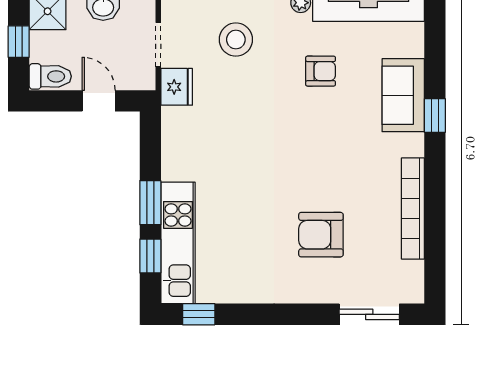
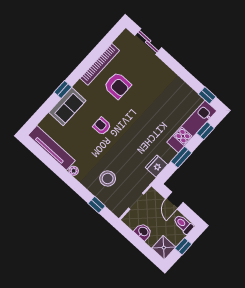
armchair: (321, 71) -> (102, 126), moved
fridge: (177, 87) -> (156, 166), moved
window: (150, 203) -> (181, 157), moved
armchair: (321, 235) -> (117, 85), moved

